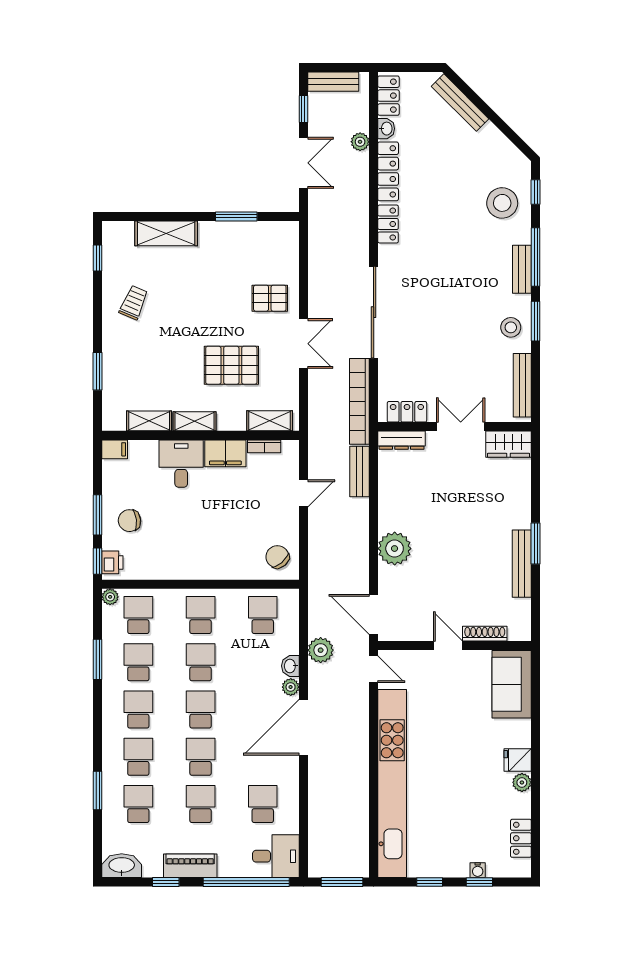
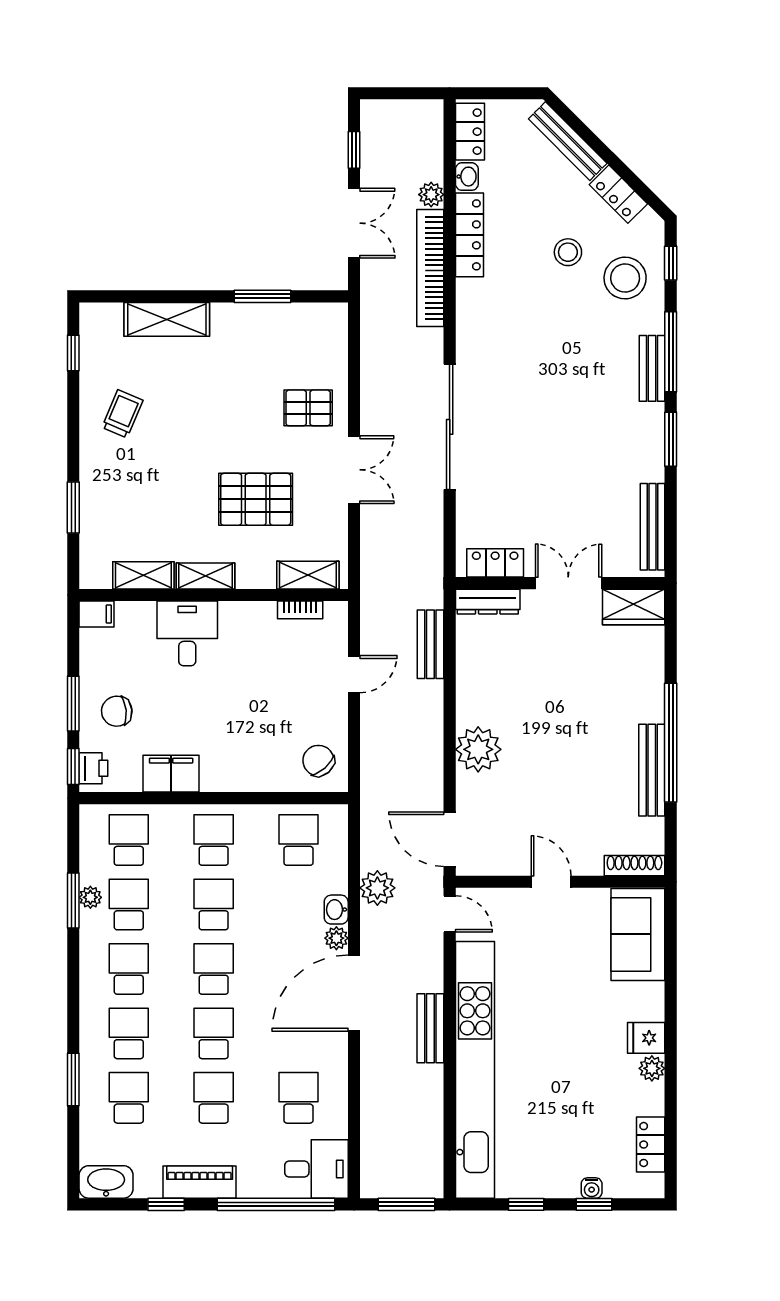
bench: (333, 82) -> (430, 1028), moved, turned 90
locker: (388, 224) -> (618, 194), moved, turned 135
stool: (511, 327) -> (568, 252), moved
bookcase: (359, 401) -> (430, 268), moved
filing cabinet: (225, 453) -> (171, 774), moved, turned 180
window: (536, 544) -> (671, 743), width x2.11
plant: (110, 597) -> (90, 897), moved
shoe rack: (485, 634) -> (634, 866), moved

